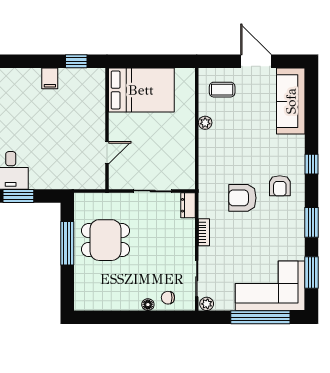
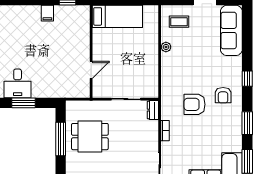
bed: (141, 90) -> (117, 16), width x0.67

